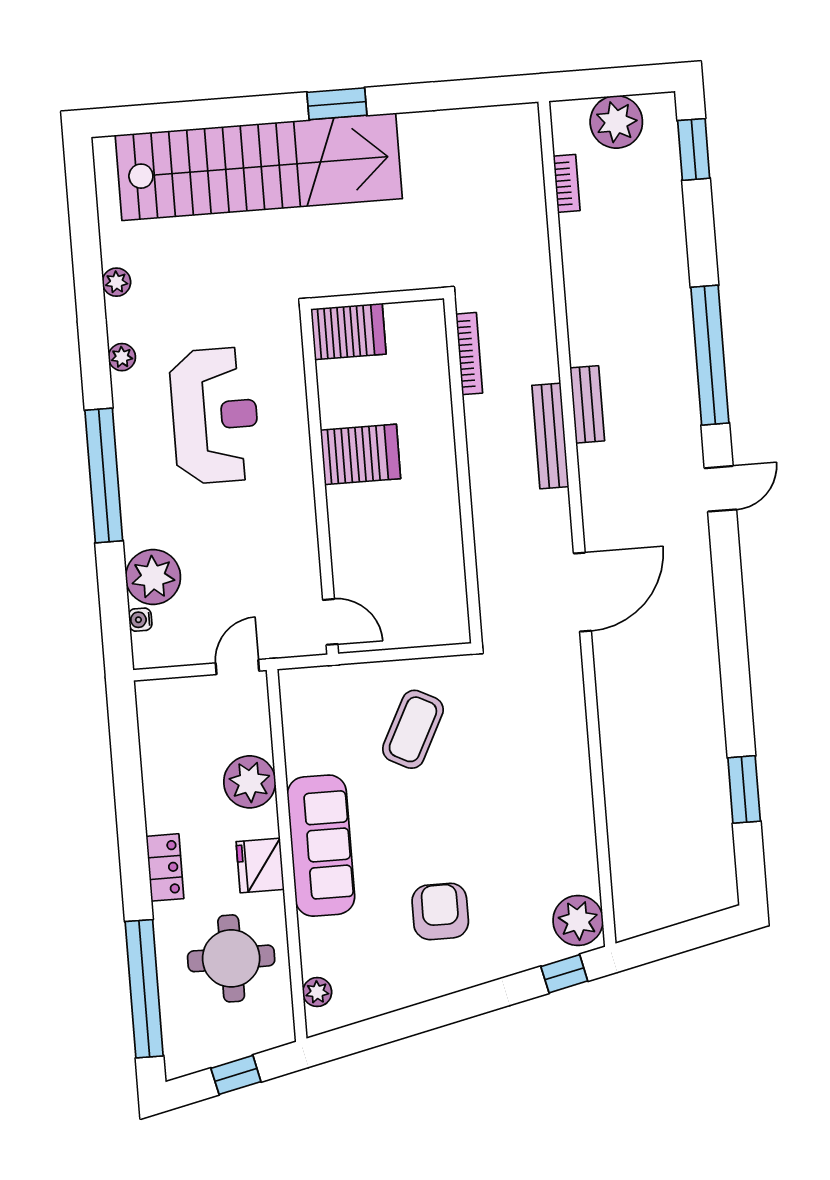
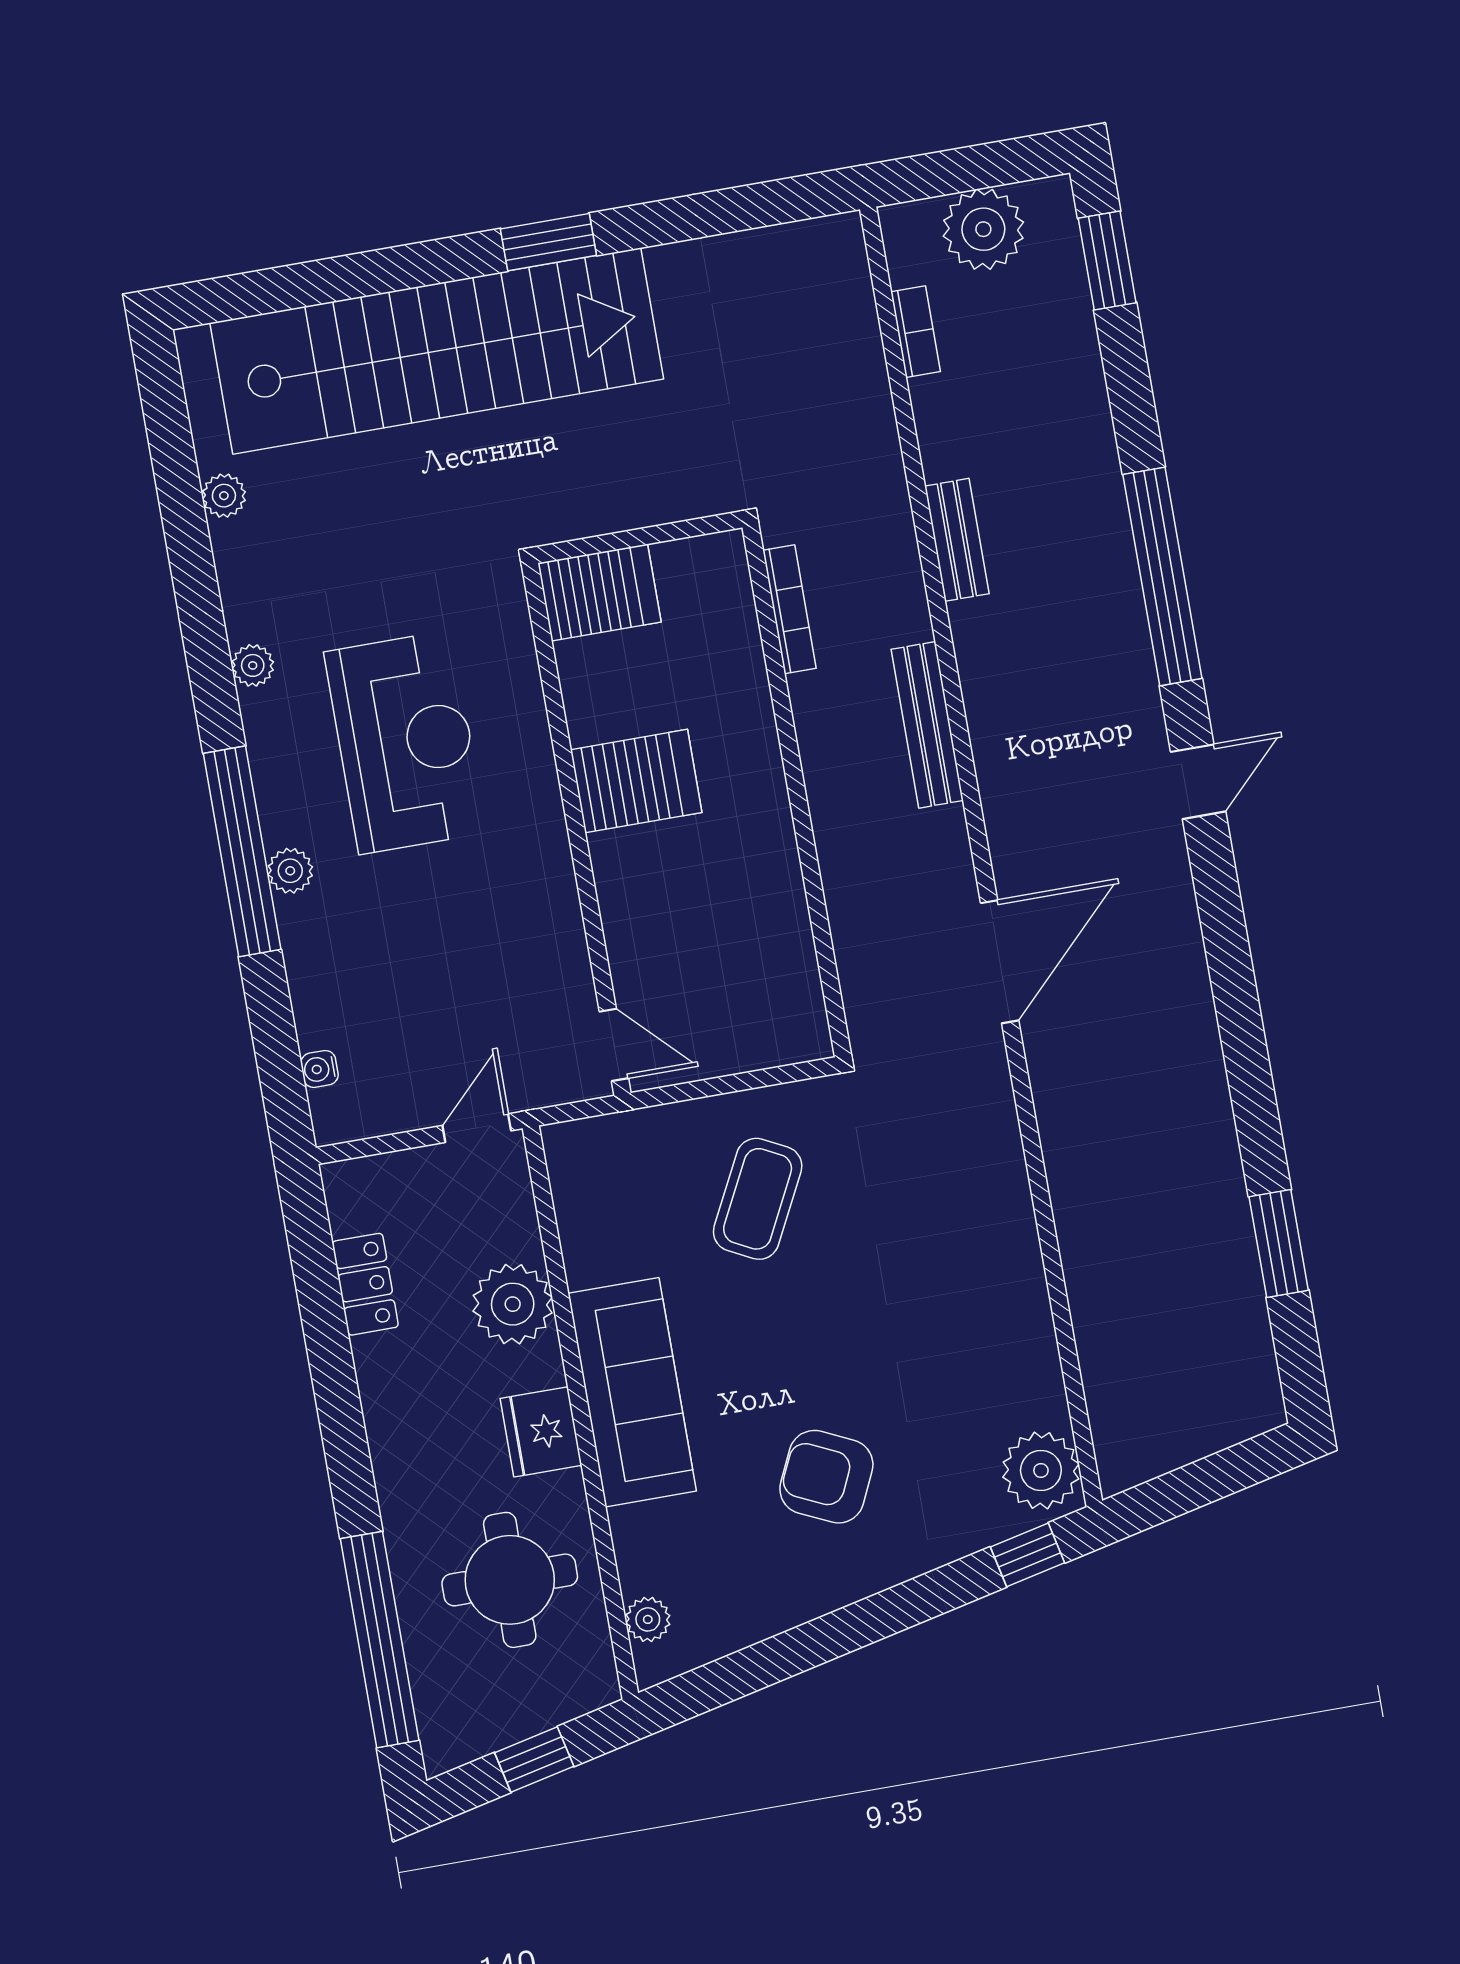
plant: (116, 282) -> (224, 496), moved
bench: (587, 404) -> (957, 540), moved
plant: (153, 577) -> (290, 871), moved, width x0.53, depth x0.53
locker: (165, 867) -> (365, 1284), moved
armchair: (440, 911) -> (826, 1477), turned -65

